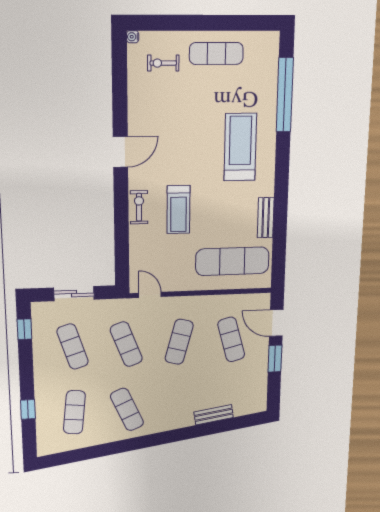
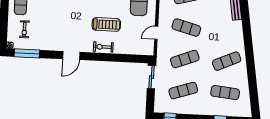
window: (119, 70) -> (27, 53), added
door: (120, 152) -> (71, 56), swing flipped
sliding door: (74, 294) -> (151, 77), moved
door: (150, 295) -> (156, 33), moved

